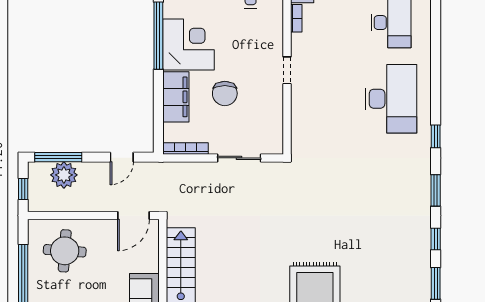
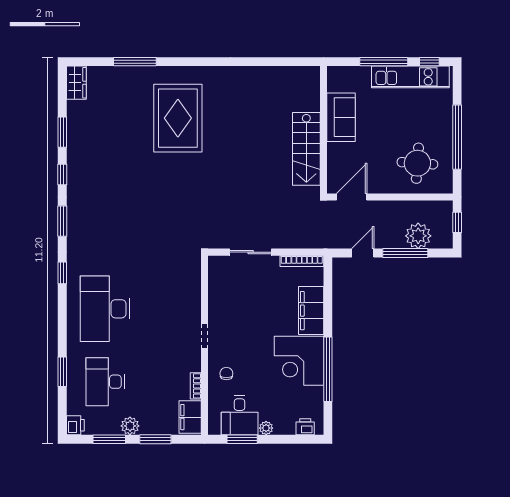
window: (436, 33) -> (62, 372), added
chair: (225, 93) -> (226, 373), moved, width x0.54, depth x0.54
window: (58, 157) -> (405, 253), moved

